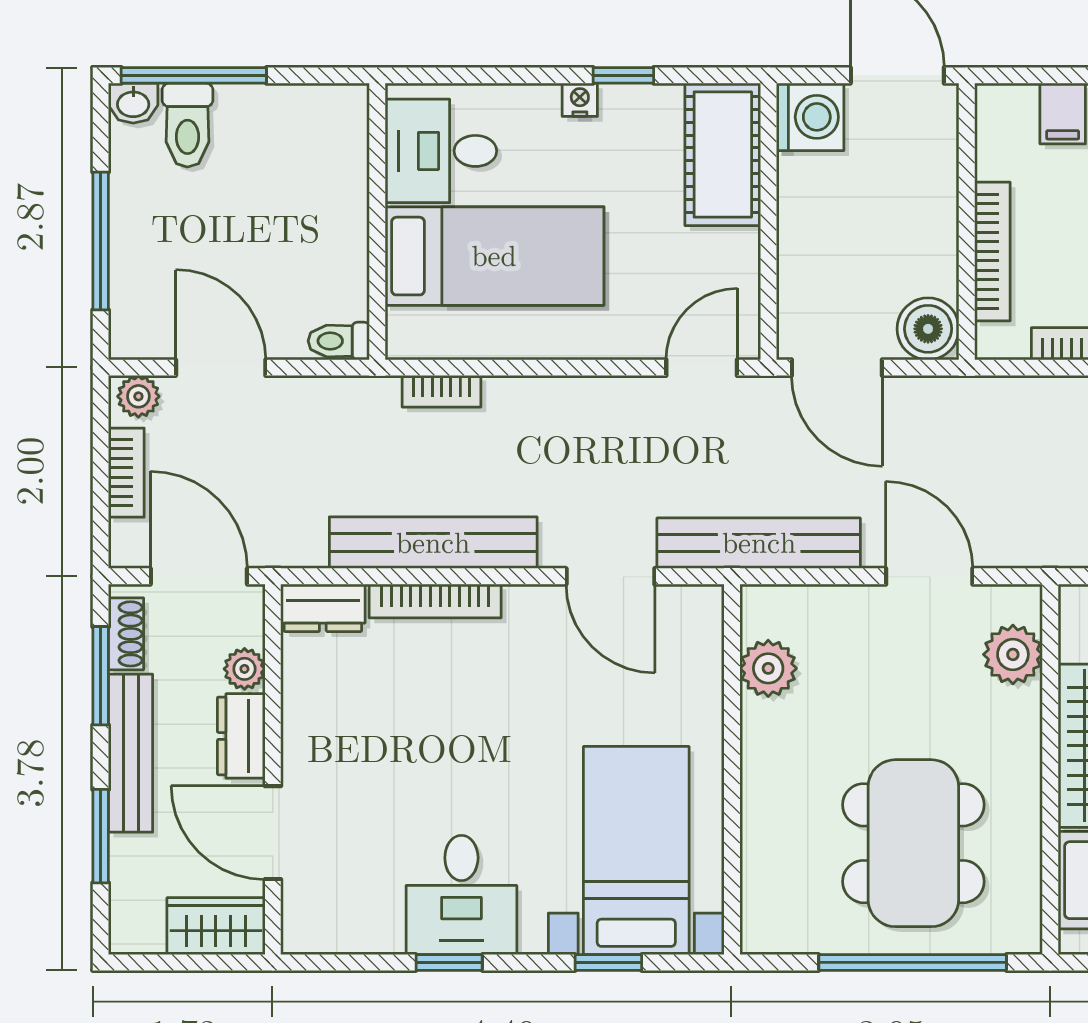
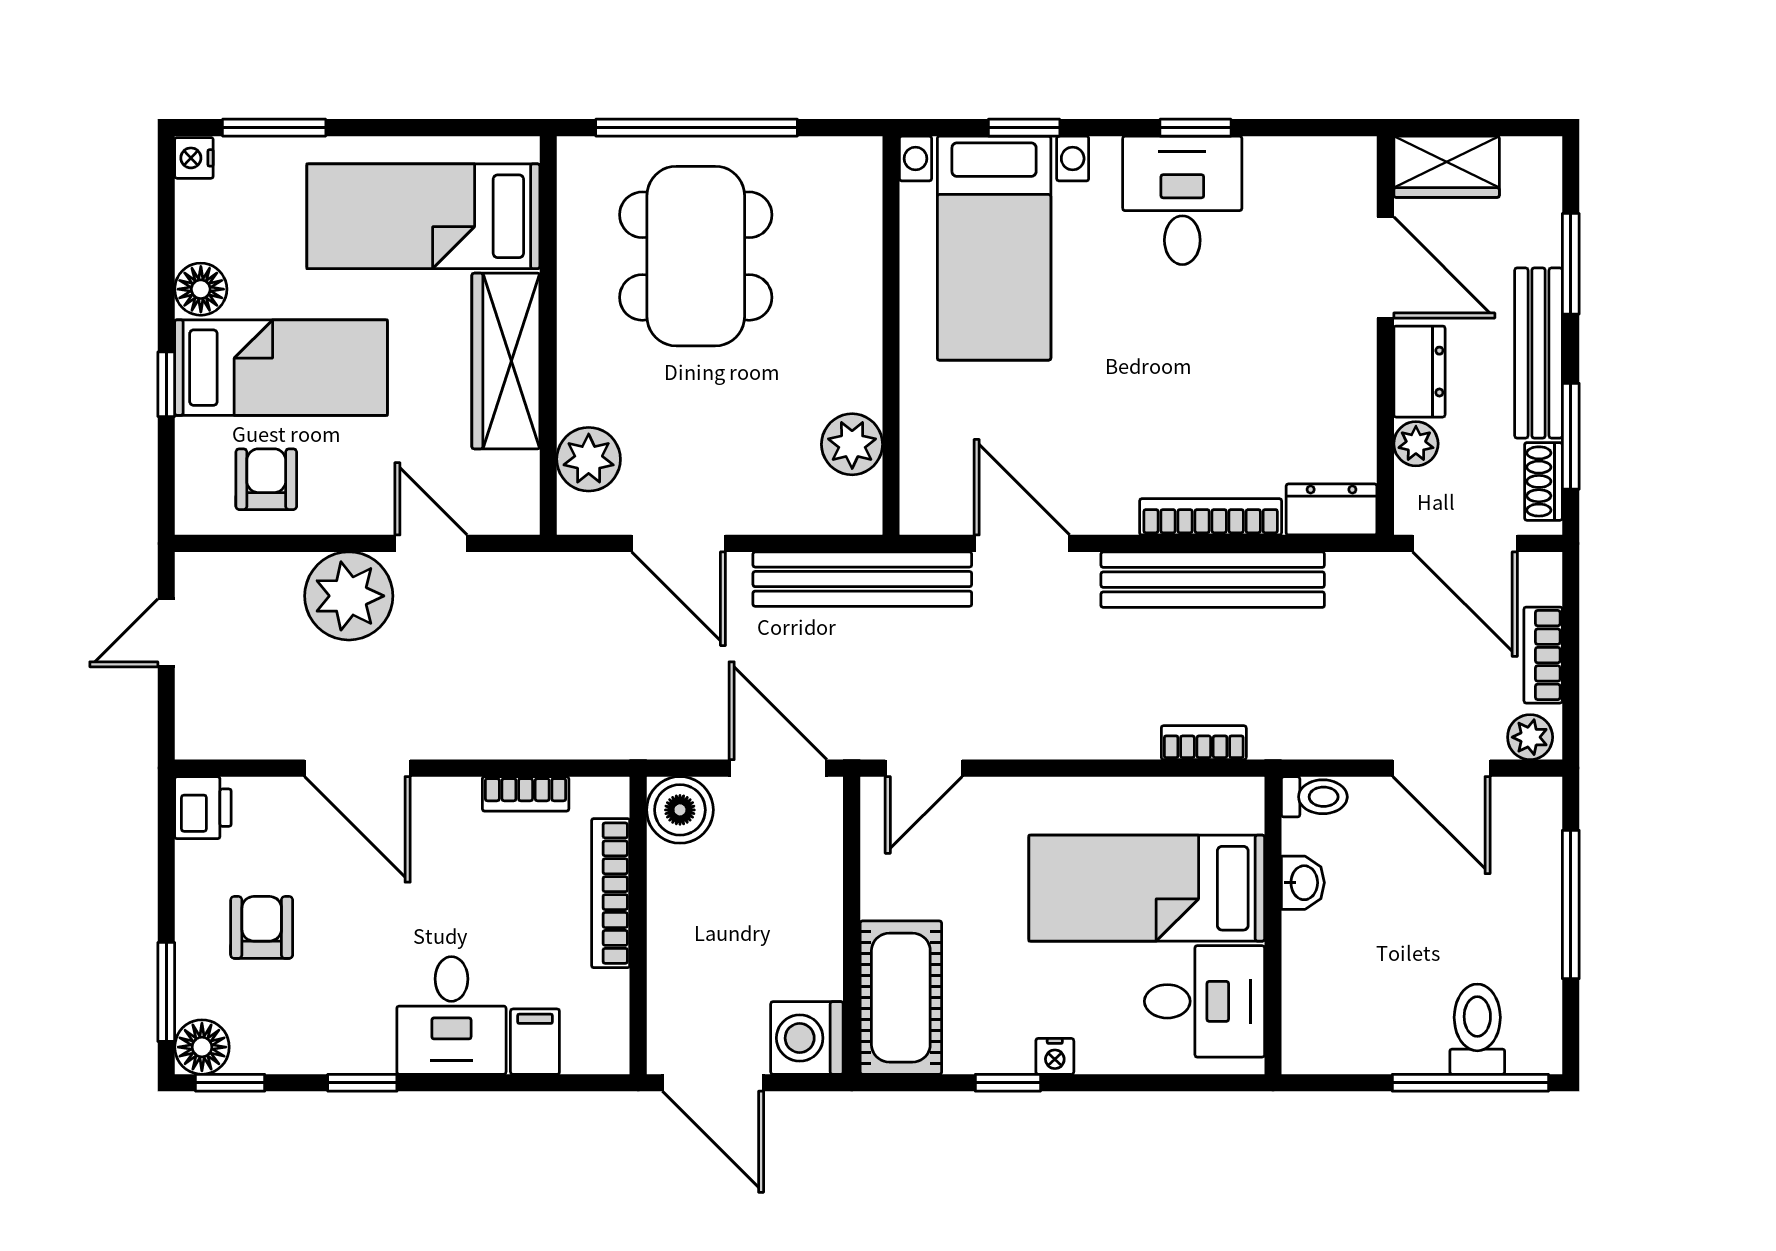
washbasin: (133, 103) -> (1303, 883), moved, turned 90

